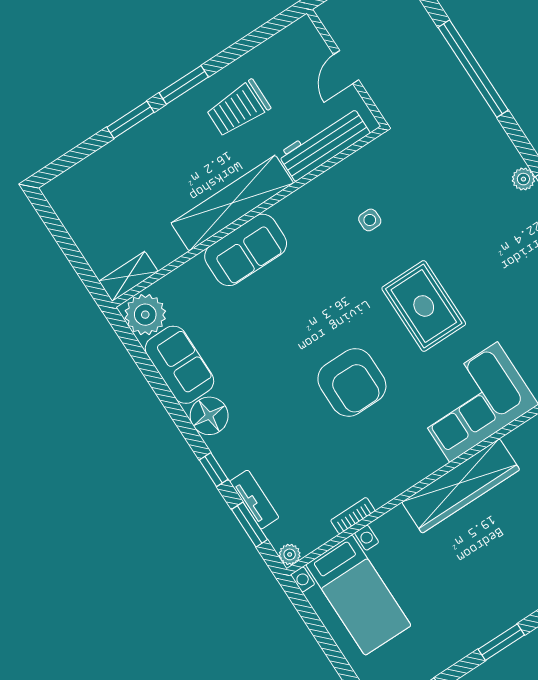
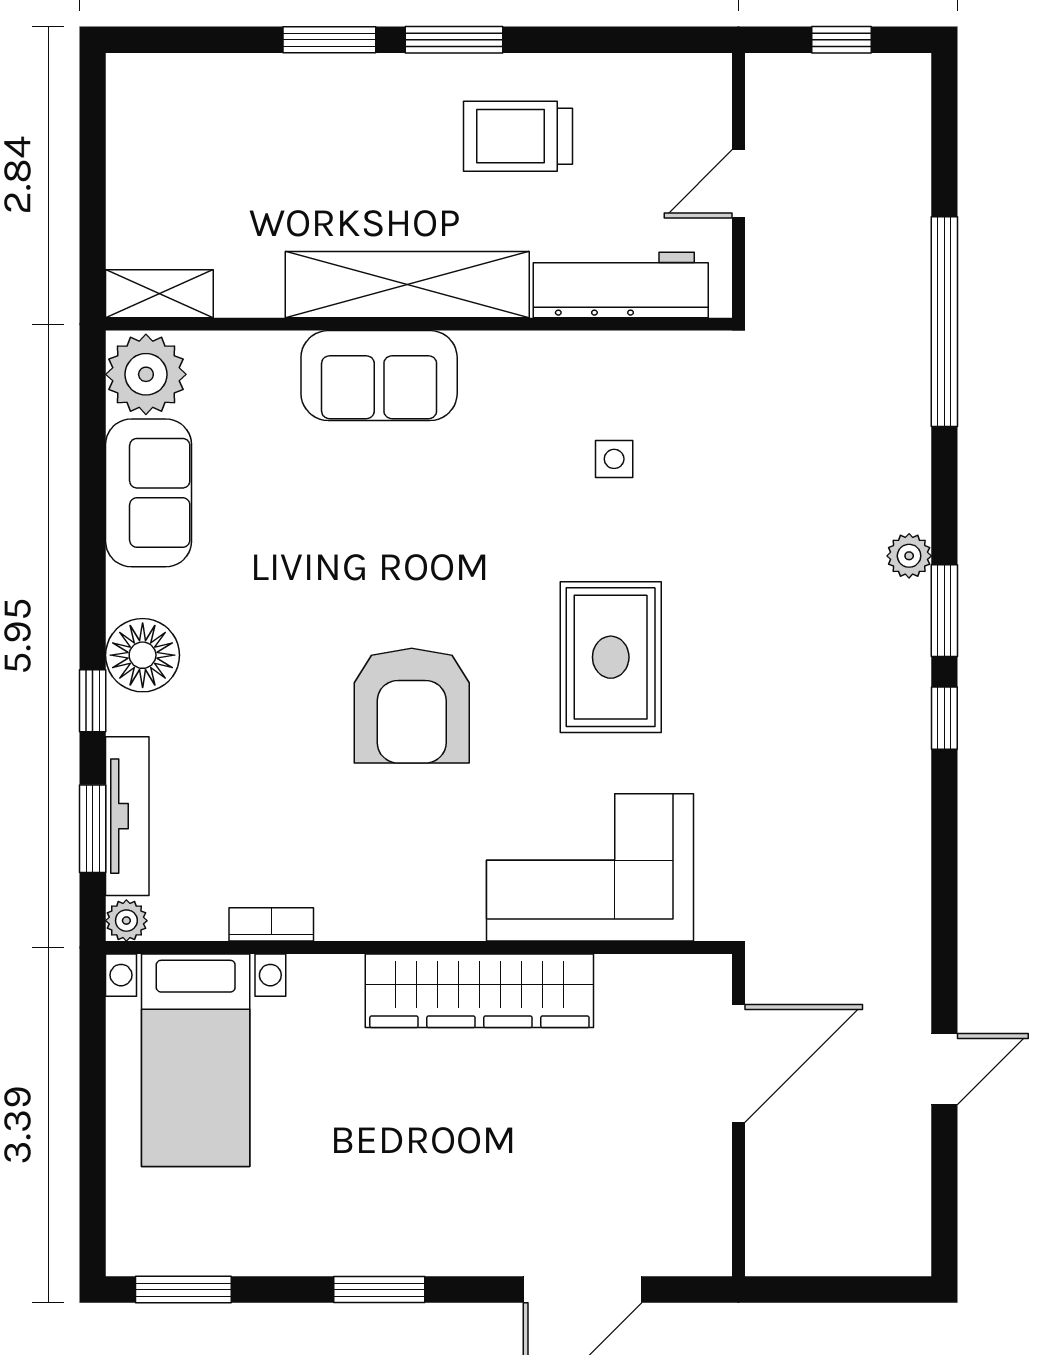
floor lamp: (209, 416) -> (143, 655), moved
tv unit: (254, 500) -> (127, 816), width x1.41

